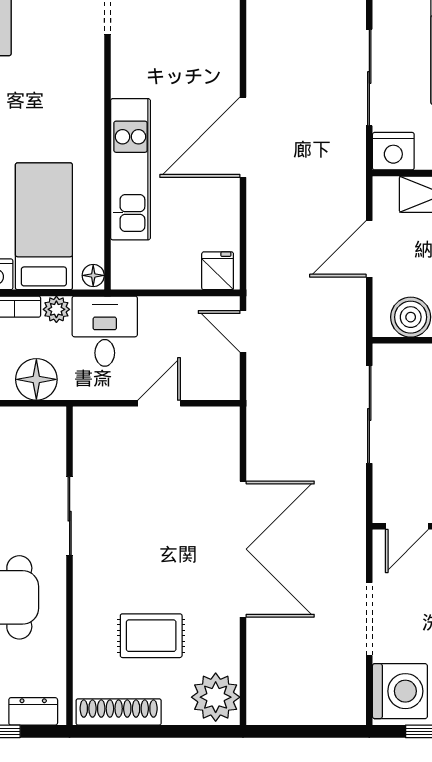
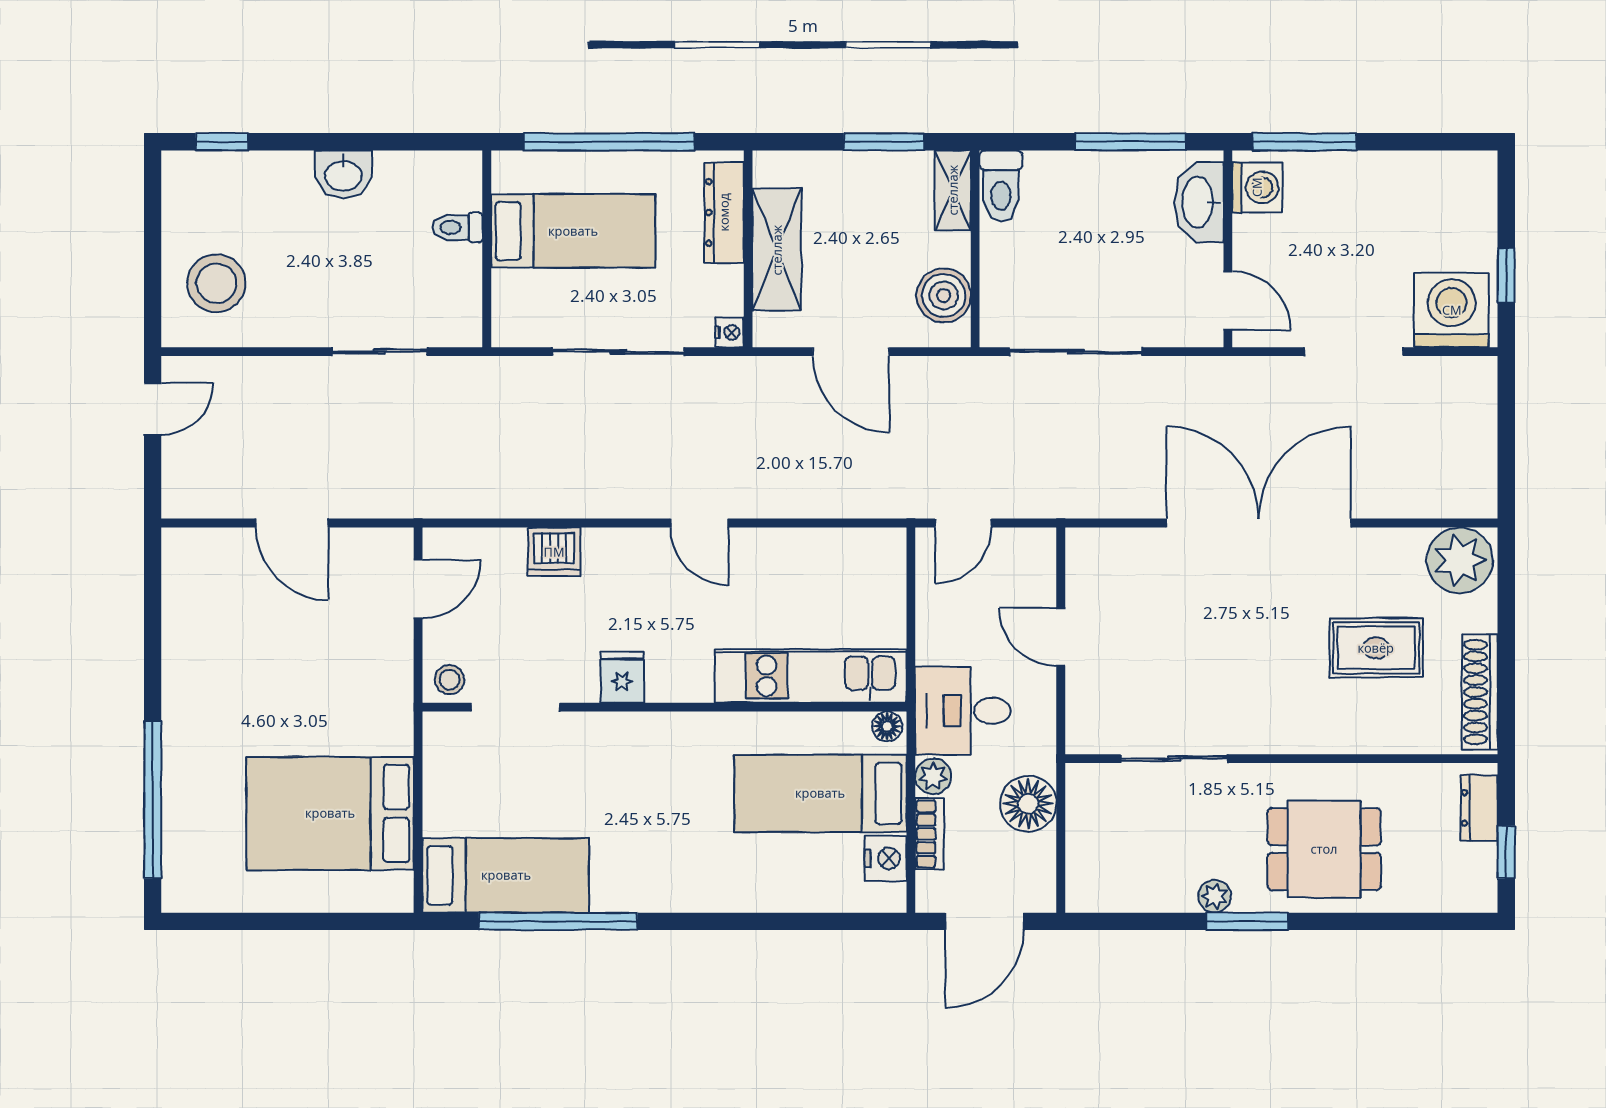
dishwasher: (222, 30) -> (554, 552), added
door: (243, 137) -> (699, 523), width x0.53
nightstand: (393, 151) -> (730, 332), width x0.53, depth x0.56
kitchen unit: (130, 169) -> (811, 676), moved
fridge: (218, 271) -> (622, 677), moved, turned 90
sliding door: (70, 516) -> (1174, 759), moved
rug: (151, 636) -> (1376, 648), turned 90

